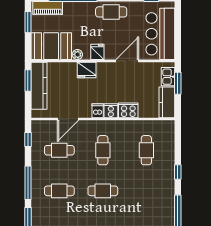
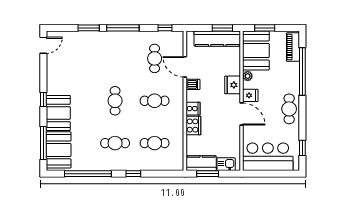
window: (28, 22) -> (265, 28), moved
door: (127, 61) -> (242, 114), moved
window: (178, 83) -> (208, 174), moved
dishwasher: (98, 111) -> (193, 84), moved
cafe table: (59, 191) -> (115, 143), moved, turned 90

